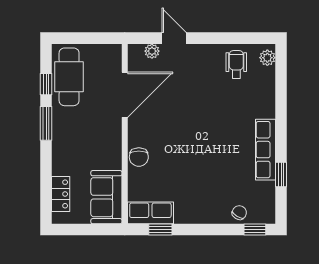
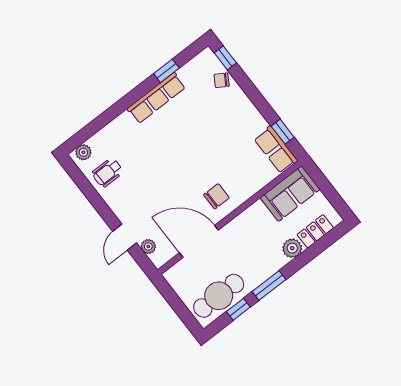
chair: (139, 157) -> (216, 196), moved
plant: (61, 165) -> (292, 248), added

